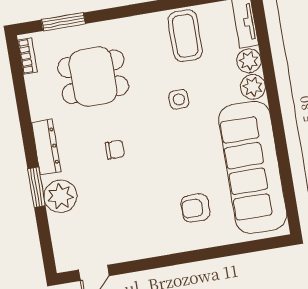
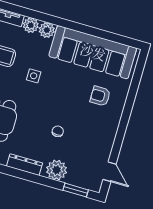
chair: (115, 150) -> (58, 131), moved
window: (37, 187) -> (76, 190), moved
armchair: (195, 208) -> (100, 96), turned 90

